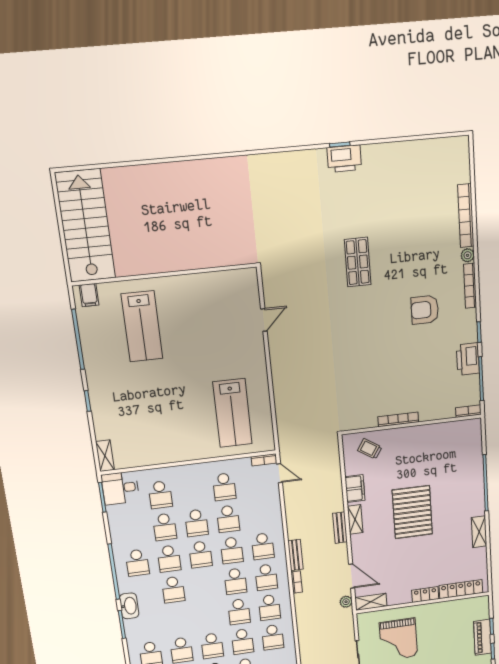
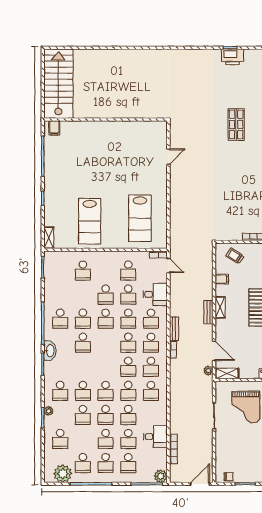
lab bench: (142, 326) -> (90, 221), moved
desk: (120, 488) -> (155, 294), moved, turned 180
filing cabinet: (355, 489) -> (222, 279), width x0.50
school desk: (165, 527) -> (83, 295), removed

